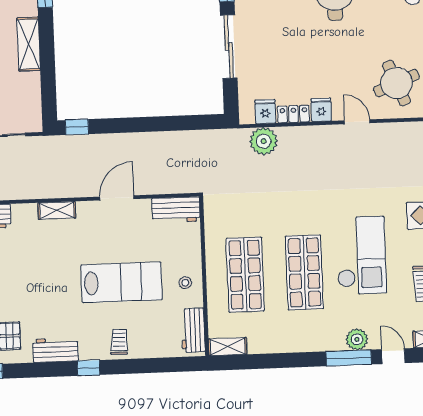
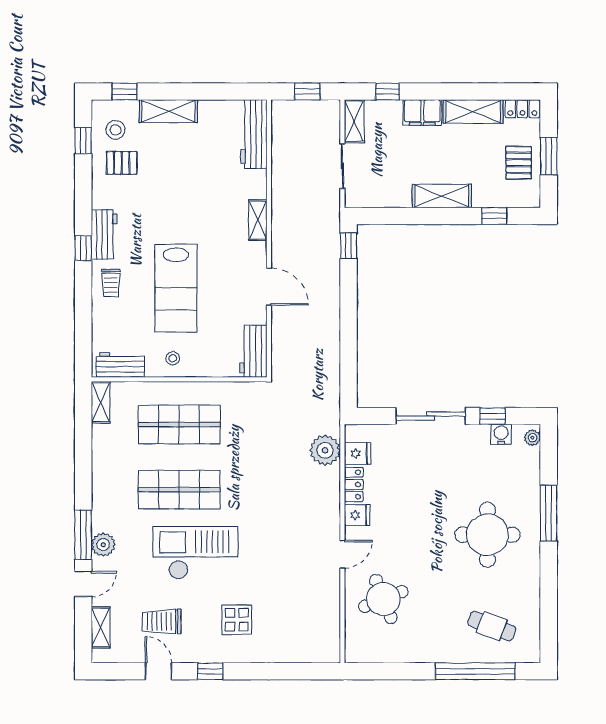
checkout: (361, 255) -> (195, 553), turned 180
trolley: (119, 342) -> (111, 283), turned 87
workbench: (56, 350) -> (104, 235), moved

